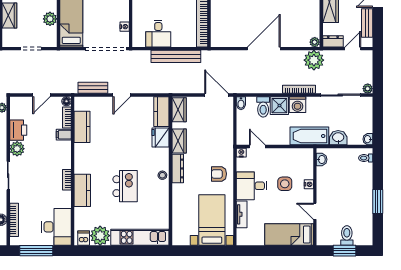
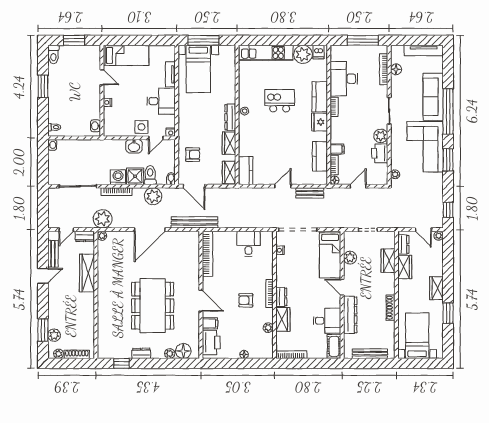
bench: (176, 56) -> (195, 222), moved
plant: (368, 89) -> (153, 196), moved, width x1.88, depth x1.88
bathtub: (309, 136) -> (107, 148), removed
fridge: (161, 137) -> (319, 122), moved, turned 180
washbasin: (338, 138) -> (134, 146), moved
door: (257, 147) -> (156, 138), hinge flipped
armchair: (219, 174) -> (193, 155), moved
side table: (285, 184) -> (141, 127), moved
kitchen island: (125, 186) -> (280, 101), turned 90
desk: (56, 227) -> (344, 79), moved
toilet: (347, 236) -> (53, 55), moved
window: (206, 251) -> (203, 40), added

